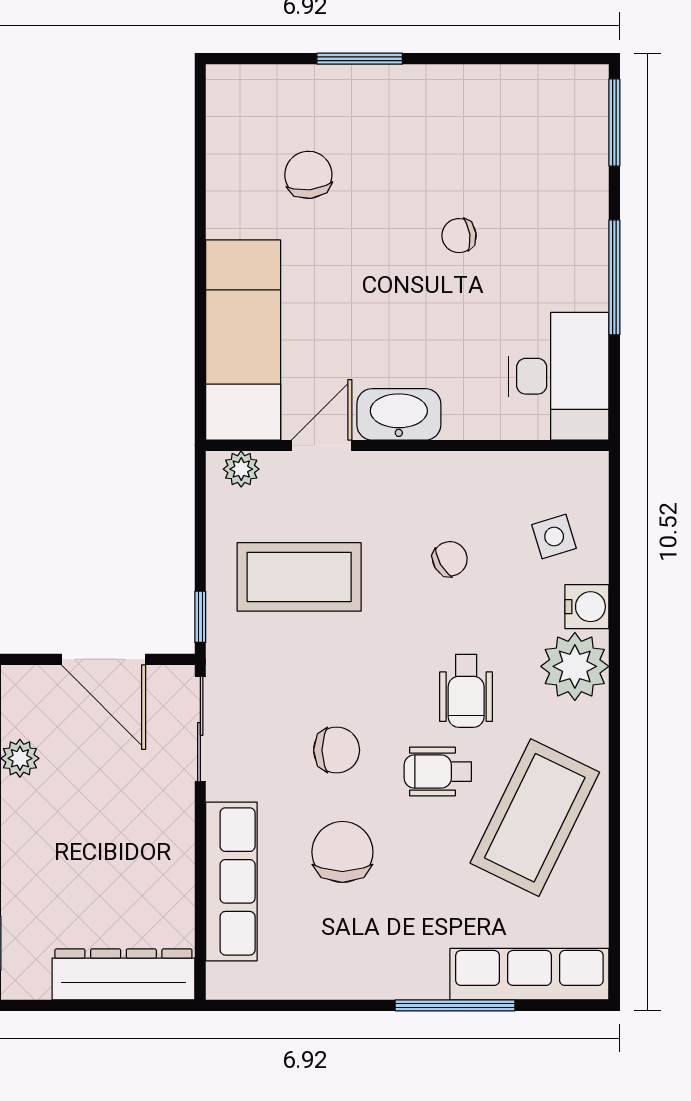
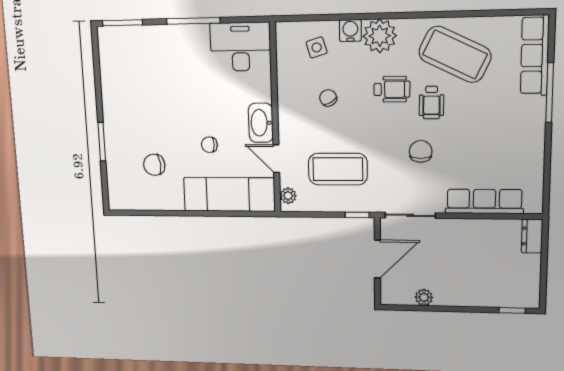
chair: (459, 236) -> (209, 145), moved, turned 98
coffee table: (299, 577) -> (338, 169), turned 90
chair: (342, 852) -> (471, 149), removed
dresser: (123, 974) -> (532, 236), width x0.51, depth x0.80

